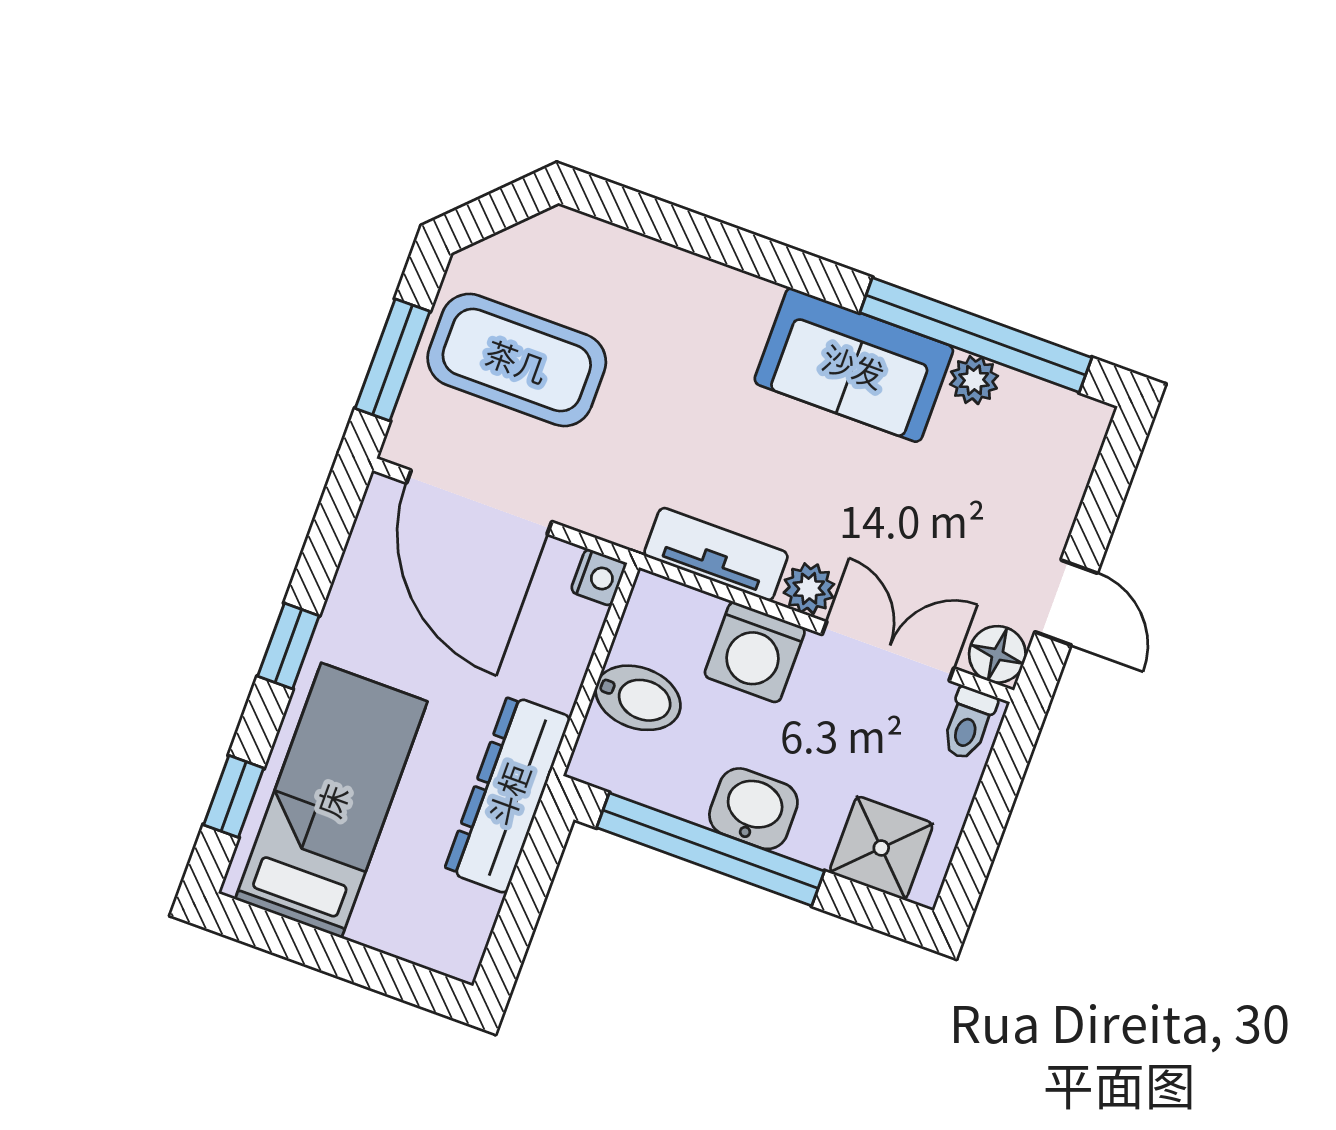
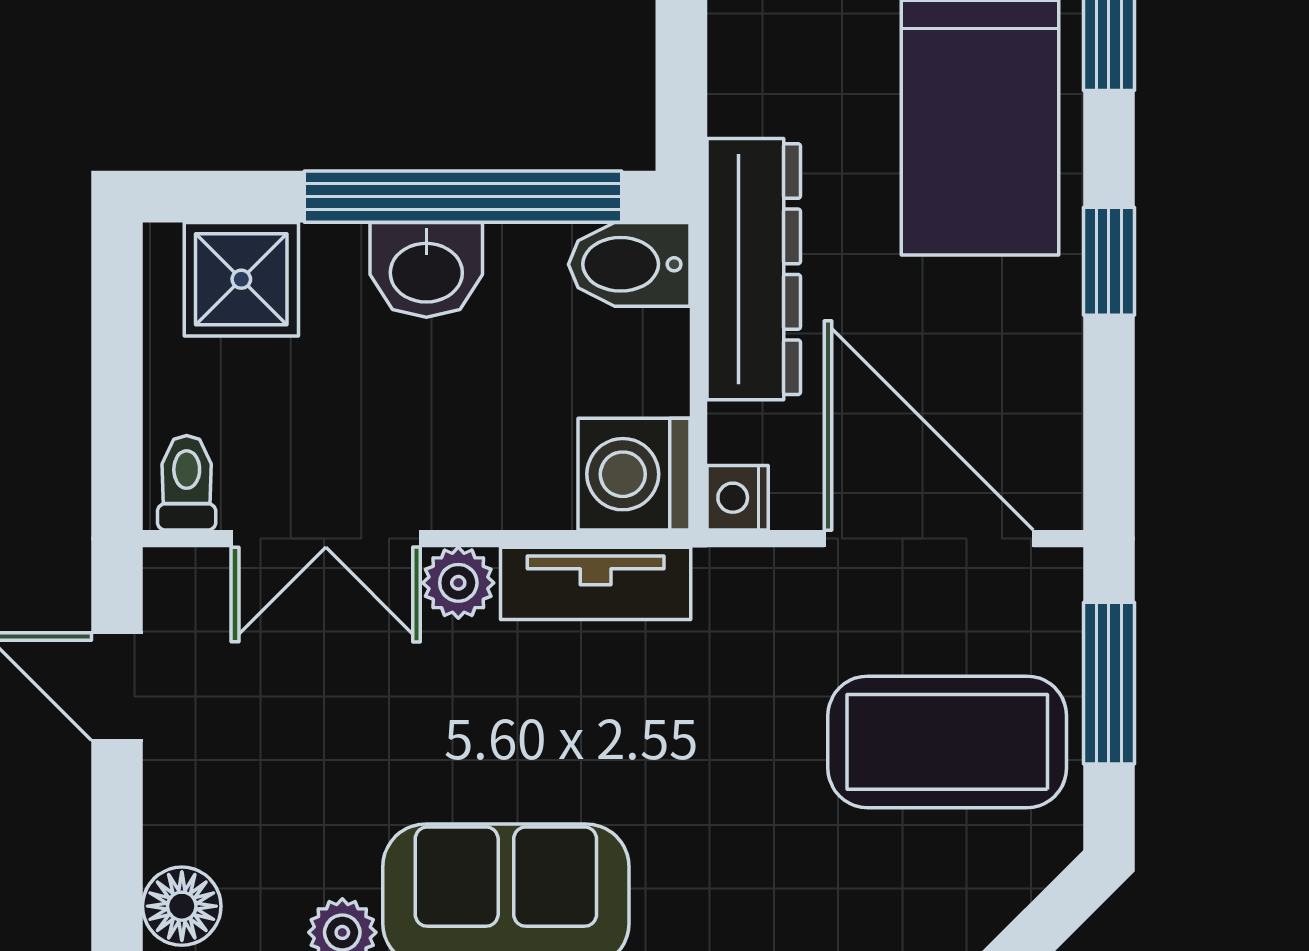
washing machine: (755, 652) -> (634, 474), moved, turned -90
floor lamp: (997, 654) -> (182, 906), moved
bidet: (638, 698) -> (629, 264), moved
dresser: (507, 794) -> (754, 269), moved

